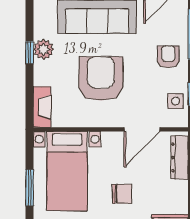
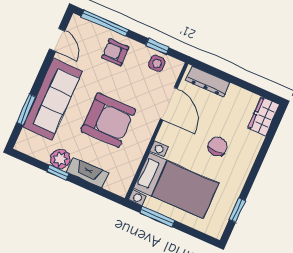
armchair: (101, 79) -> (108, 120), turned 180
fireplace: (42, 107) -> (88, 173), moved
window: (30, 188) -> (157, 217), moved

